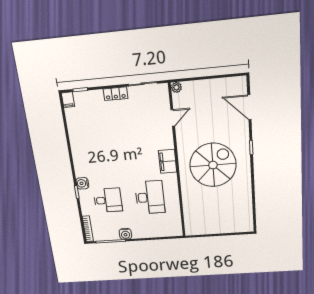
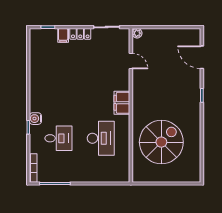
filing cabinet: (68, 100) -> (63, 35), moved
door: (173, 118) -> (131, 61), hinge flipped
spiral stairs: (213, 165) -> (161, 142), moved
water cooler: (125, 234) -> (71, 176), removed

